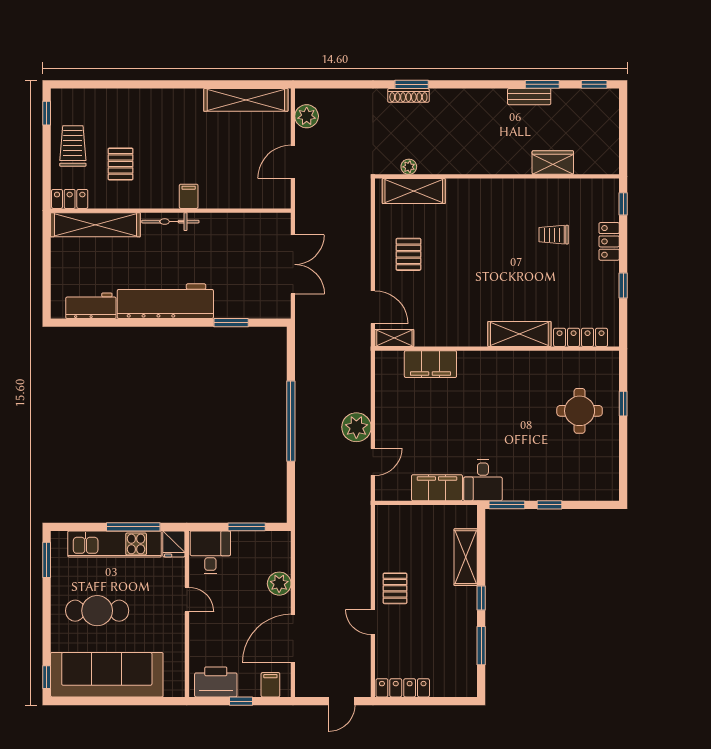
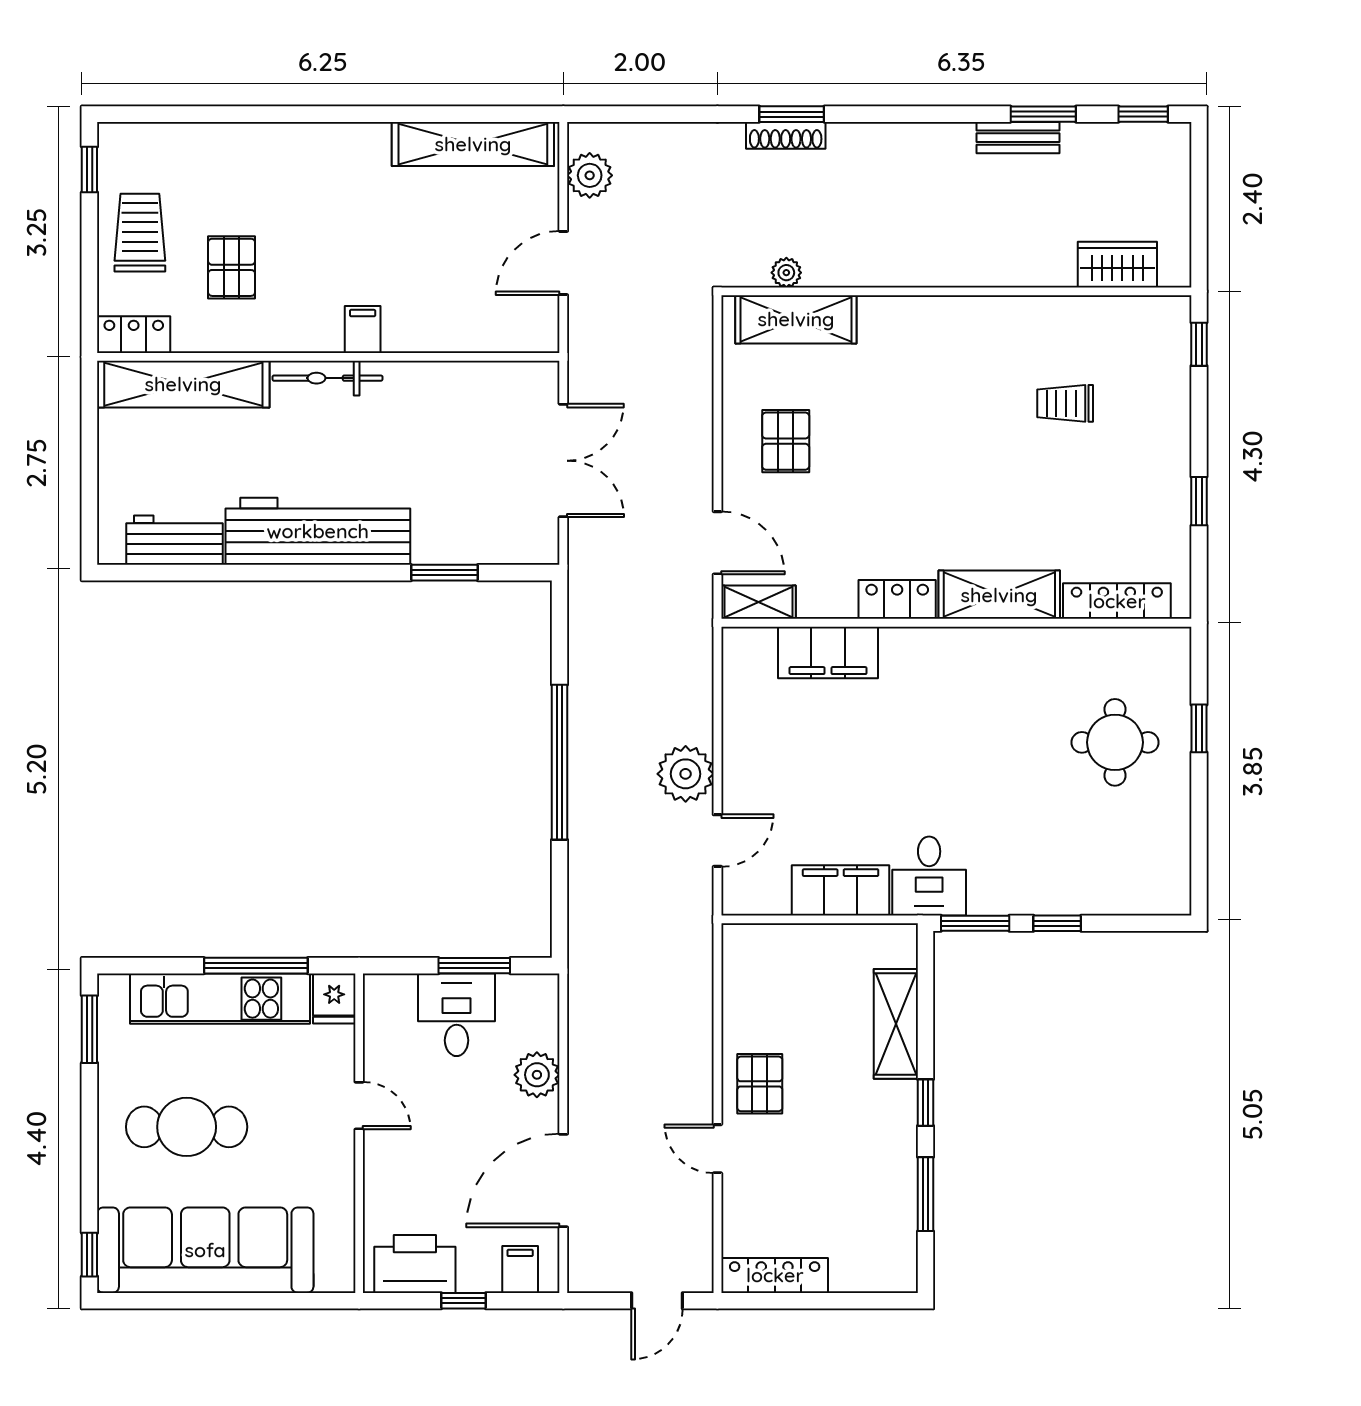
wardrobe: (553, 163) -> (1117, 265), moved
locker: (609, 241) -> (897, 599), moved, turned 90
desk: (210, 552) -> (457, 1015), moved

